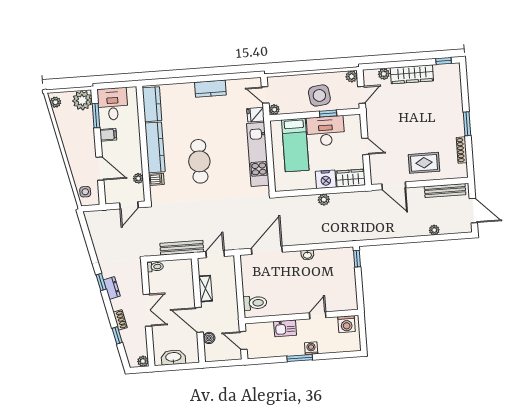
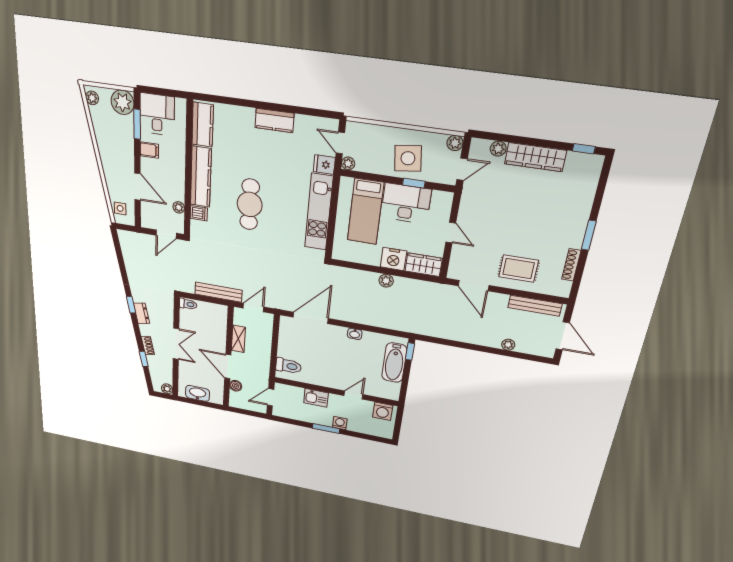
bathtub: (346, 273) -> (394, 363), added
door: (243, 340) -> (270, 397), hinge flipped

